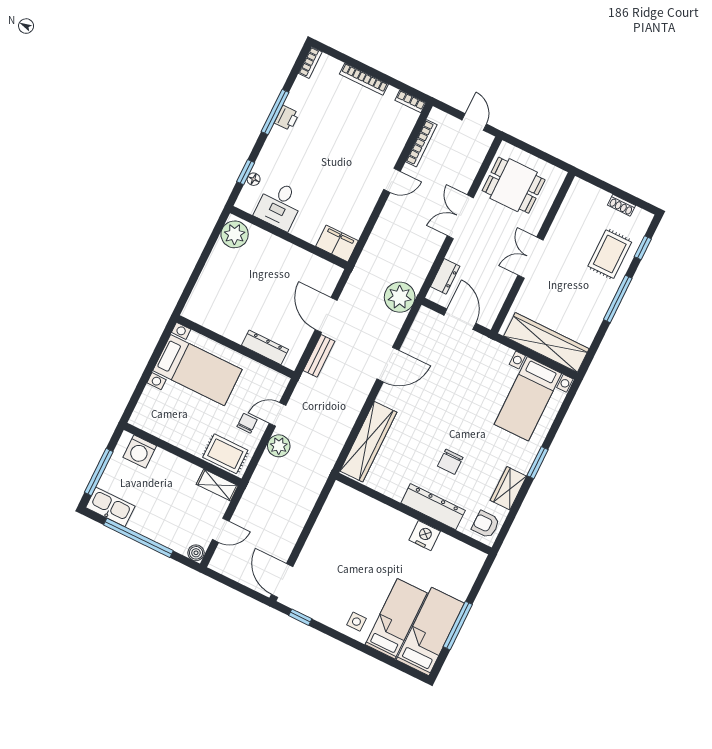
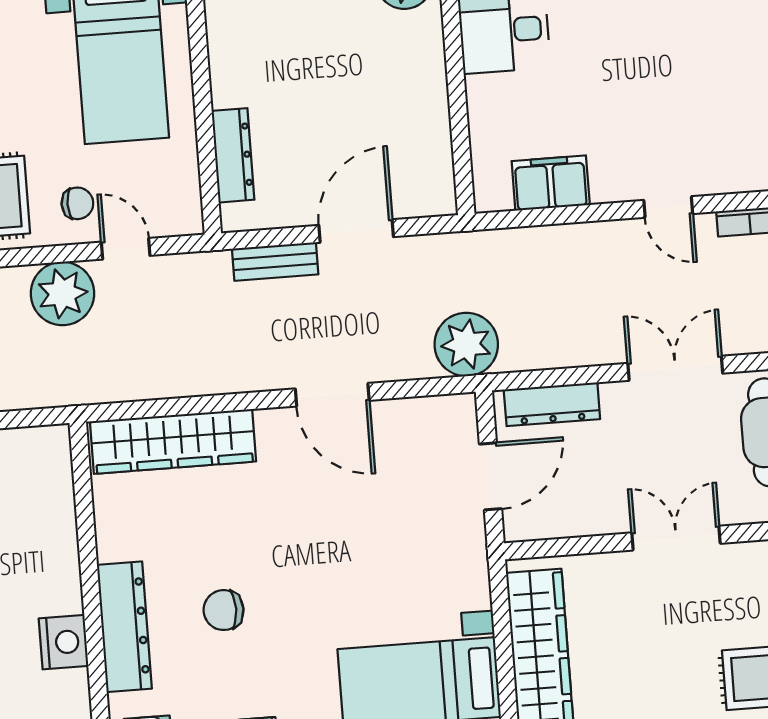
filing cabinet: (337, 244) -> (551, 183), moved, turned -90
dresser: (445, 276) -> (552, 404), width x1.44
plant: (279, 446) -> (62, 294), width x1.36, depth x1.36

